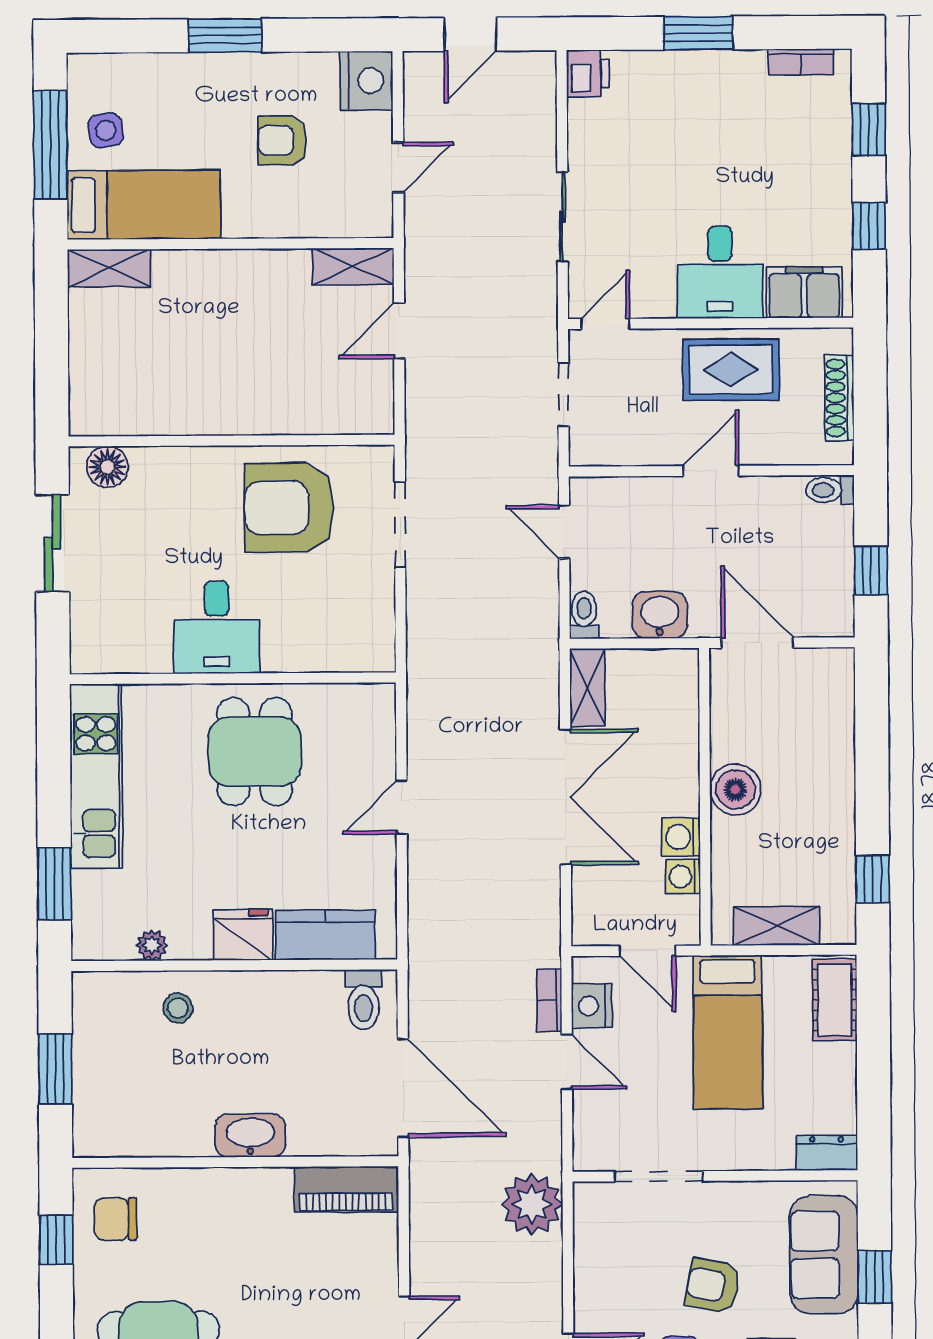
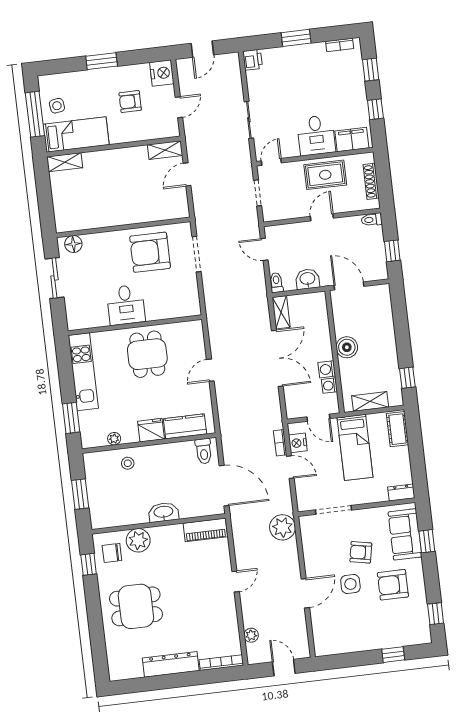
plant: (182, 1196) -> (138, 540), added

